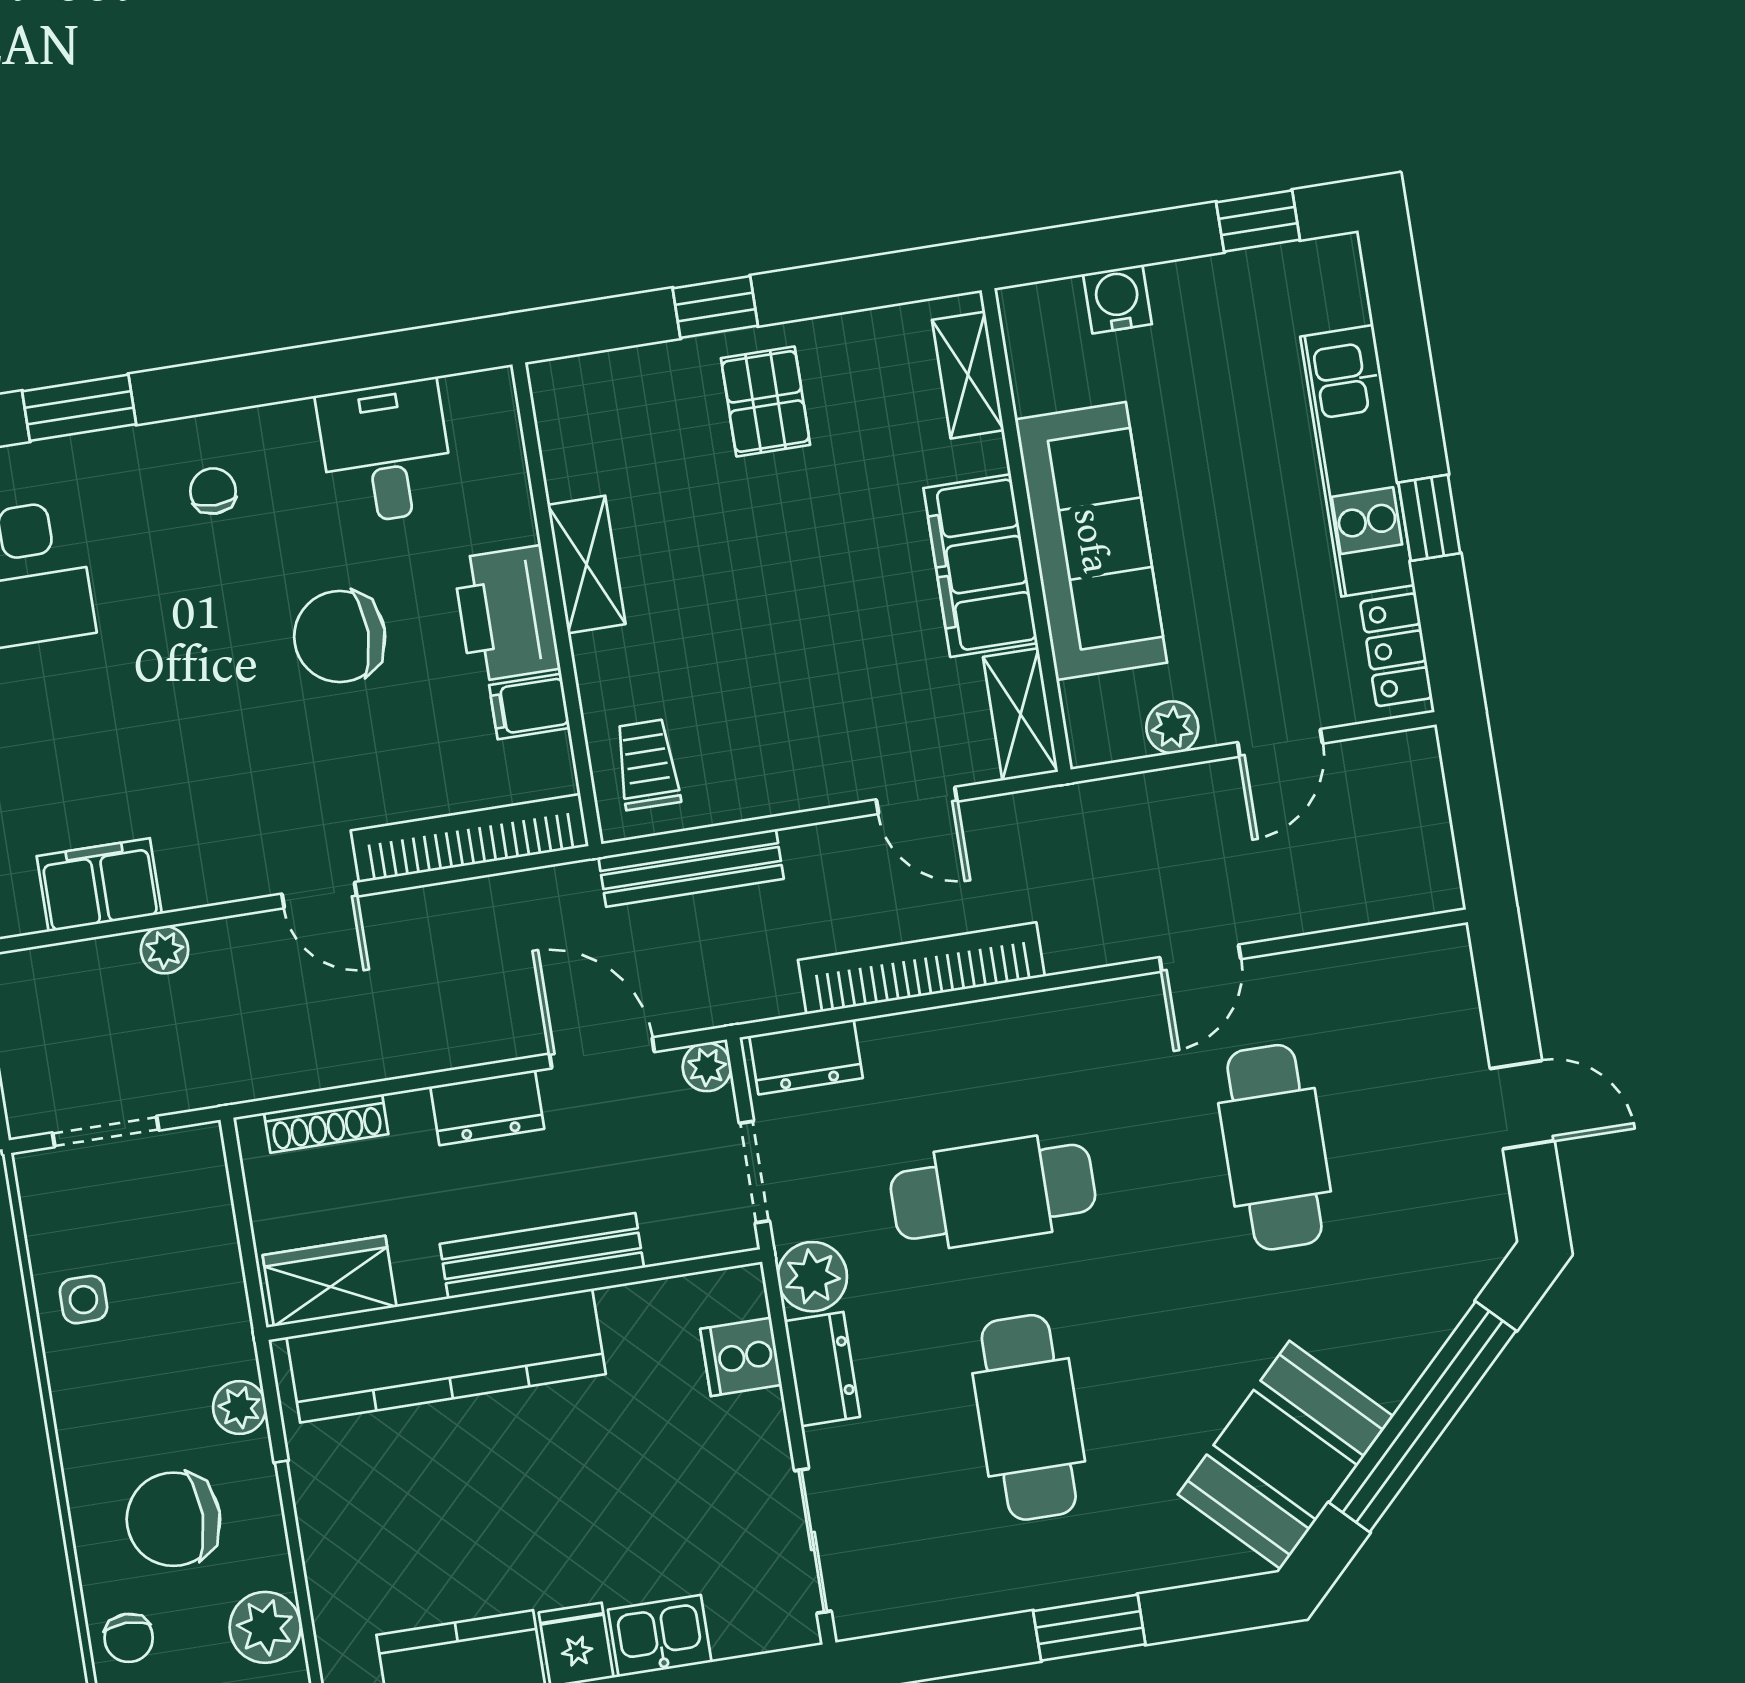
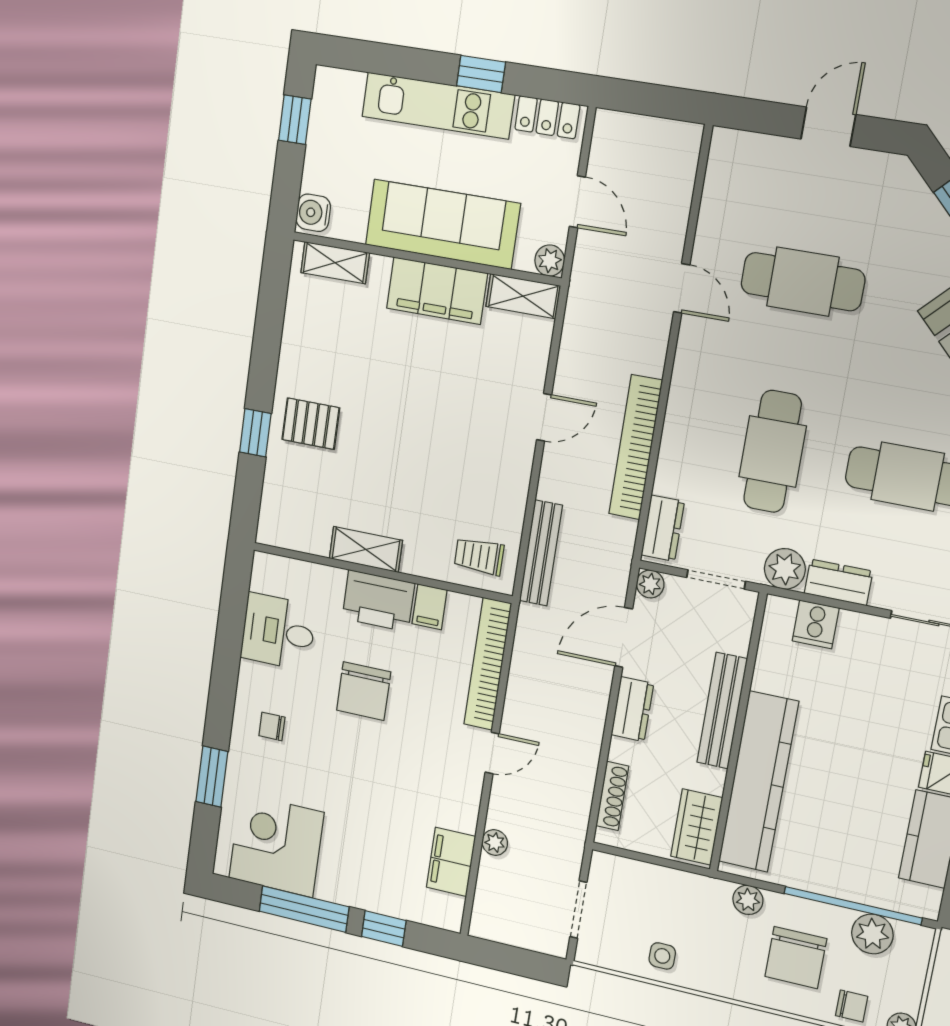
shelving: (968, 375) -> (335, 263), moved
wall: (1026, 530) -> (426, 259), moved
sofa: (1091, 541) -> (442, 224), moved
filing cabinet: (981, 566) -> (437, 291), moved
shelving: (1021, 714) -> (523, 296), moved

